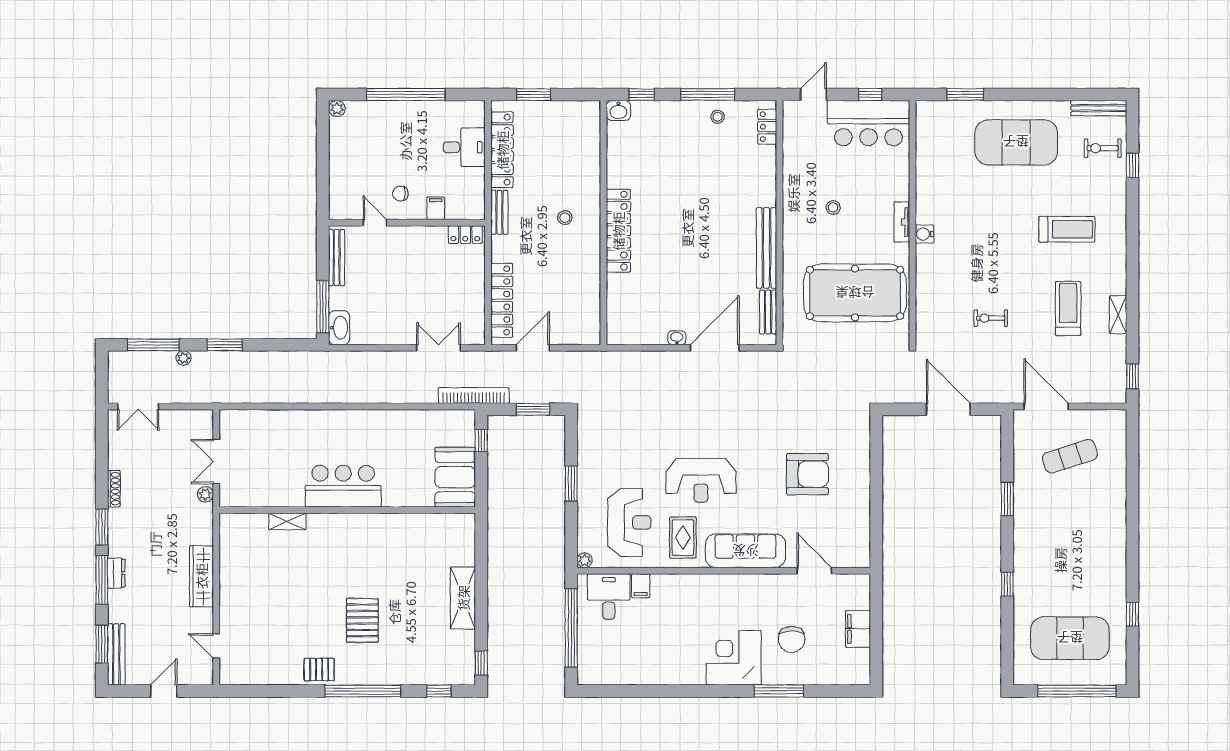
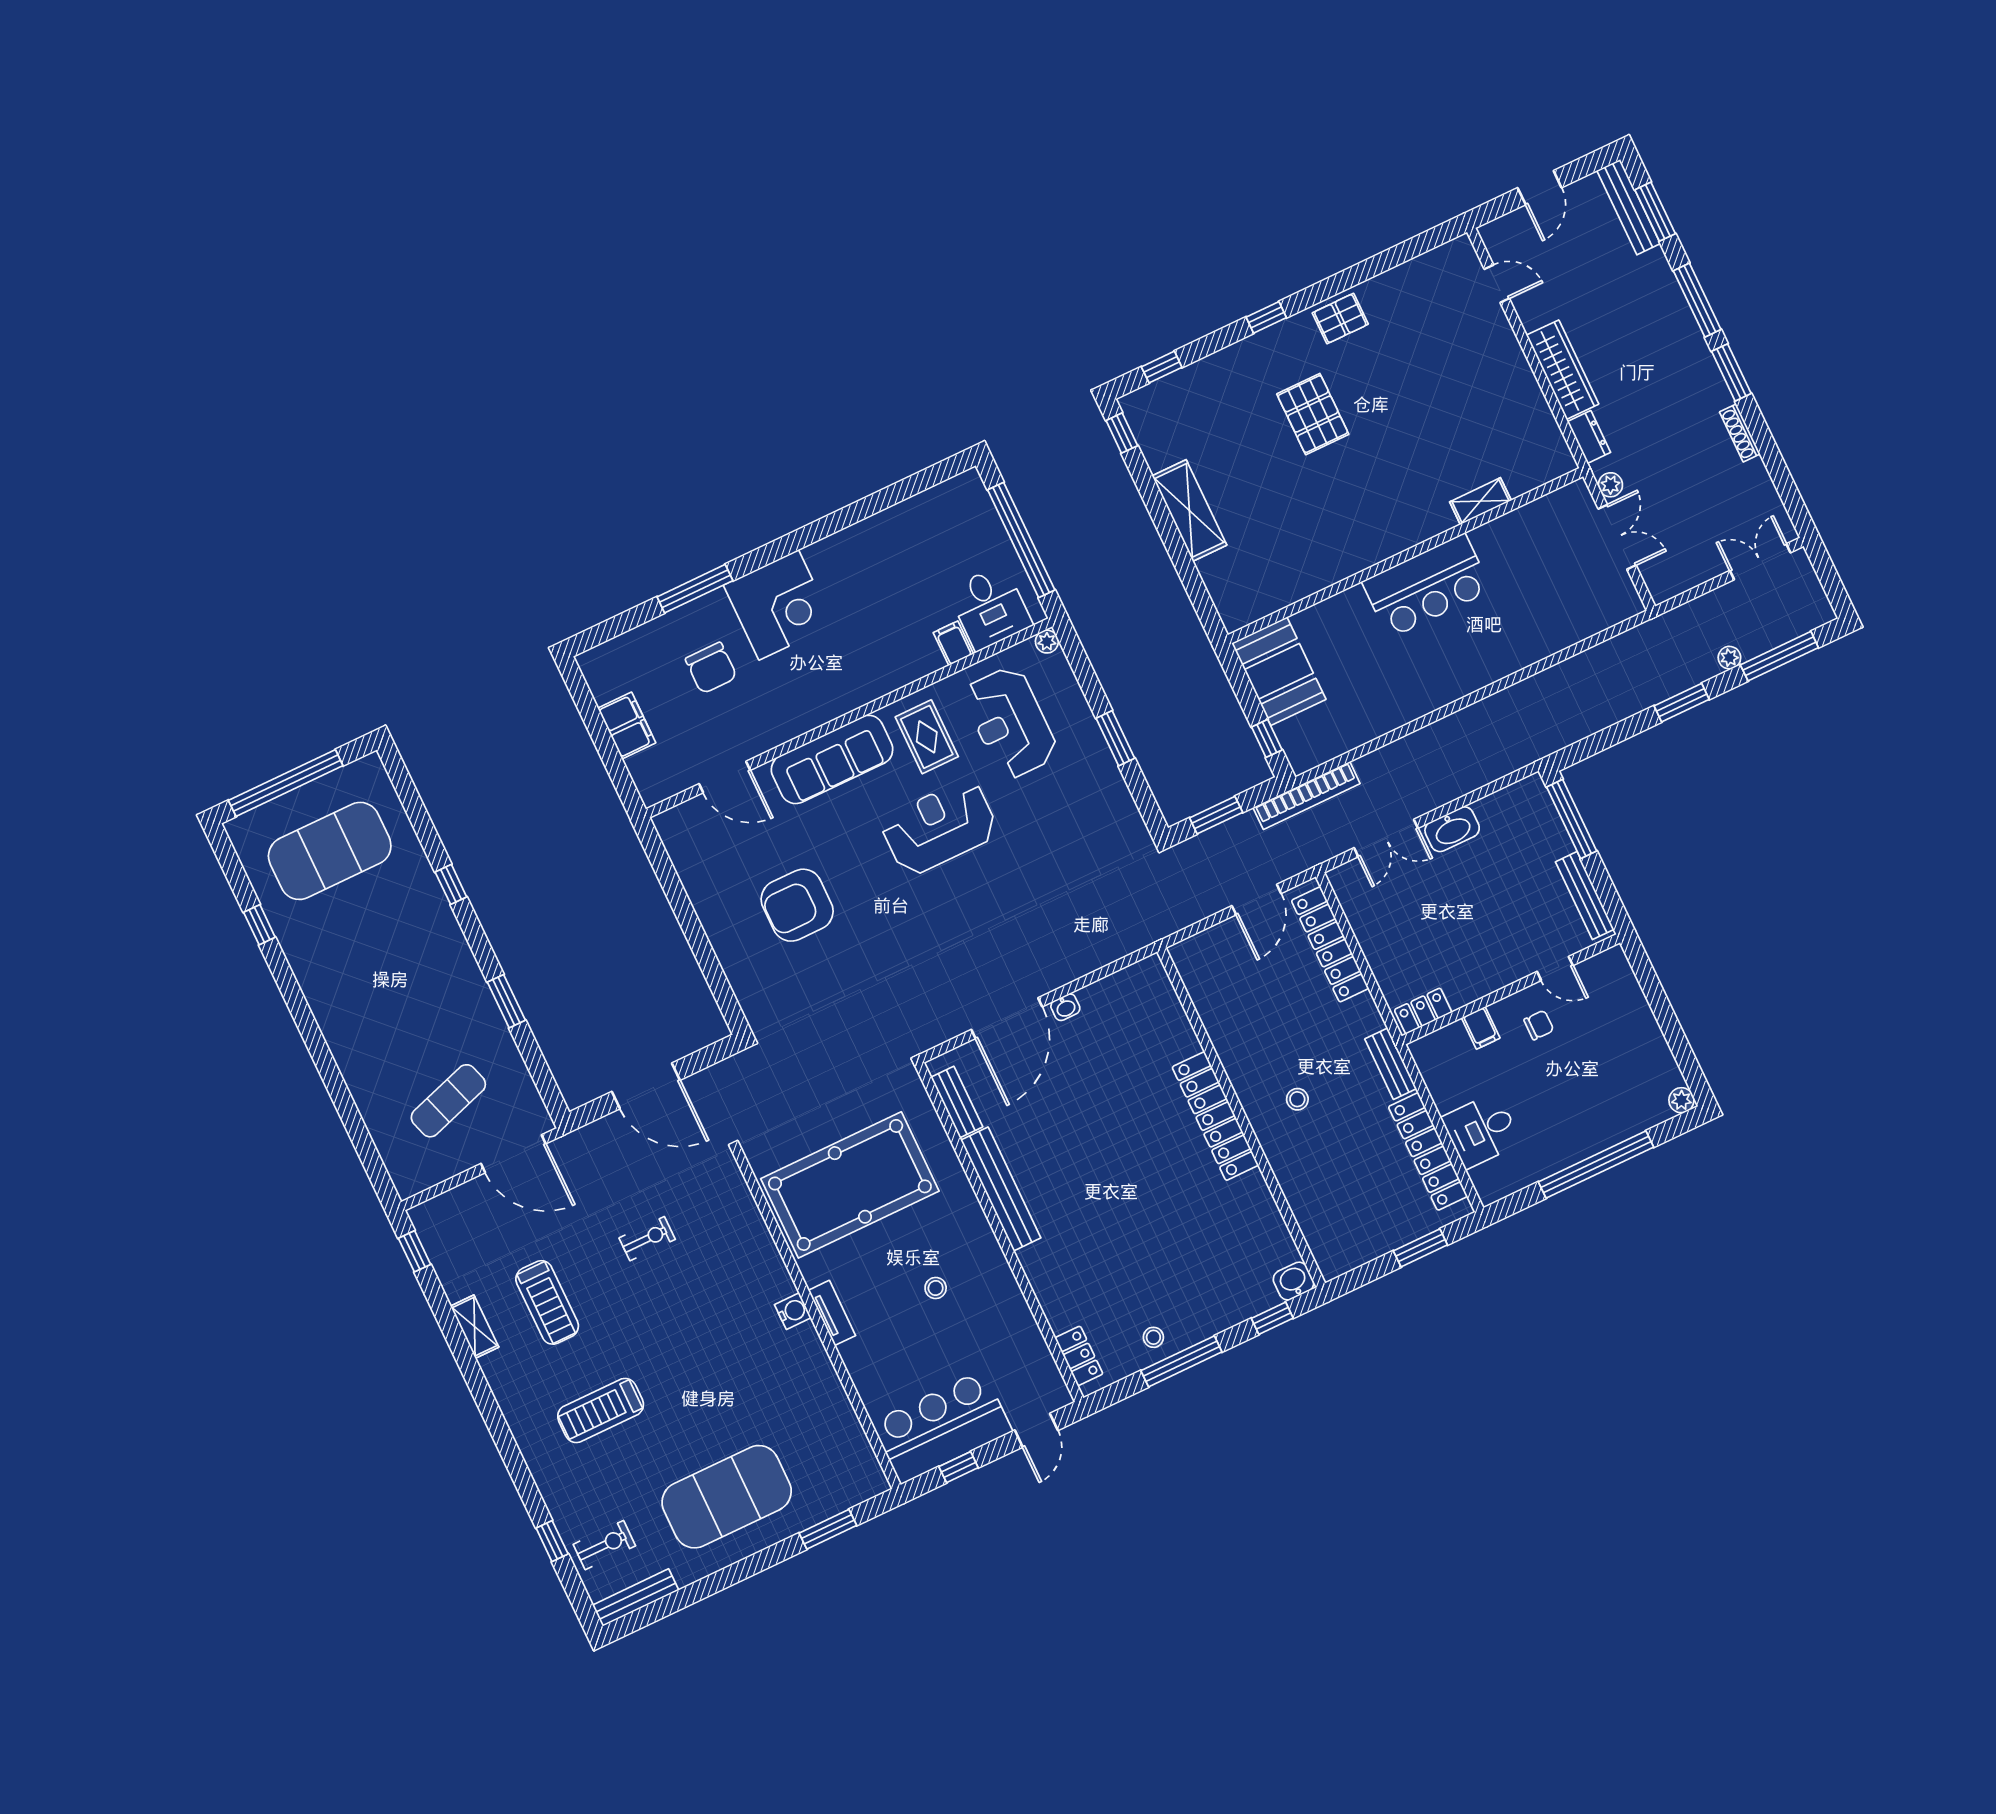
washbasin: (339, 328) -> (1452, 829), moved, turned -90
dresser: (116, 573) -> (1589, 437), moved, turned 180
chair: (792, 639) -> (711, 668), turned 180
window: (363, 691) -> (1266, 317), width x0.32

